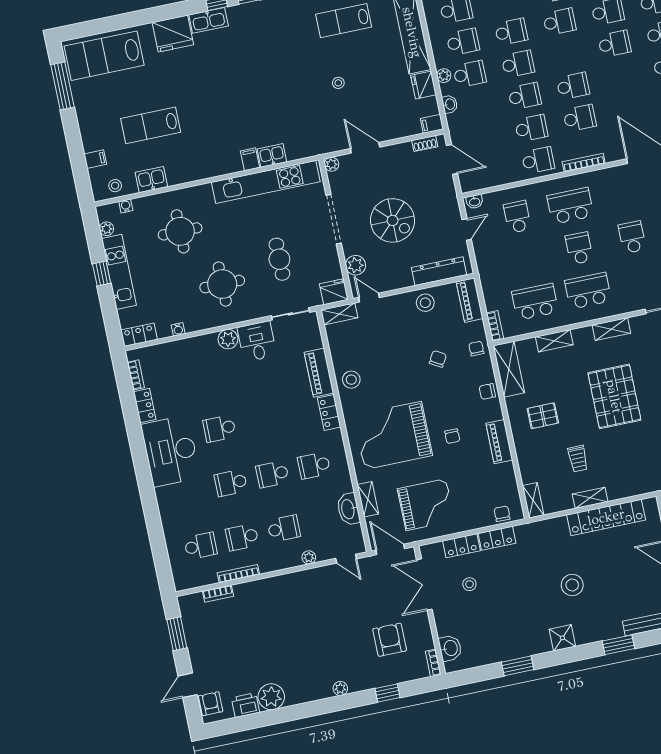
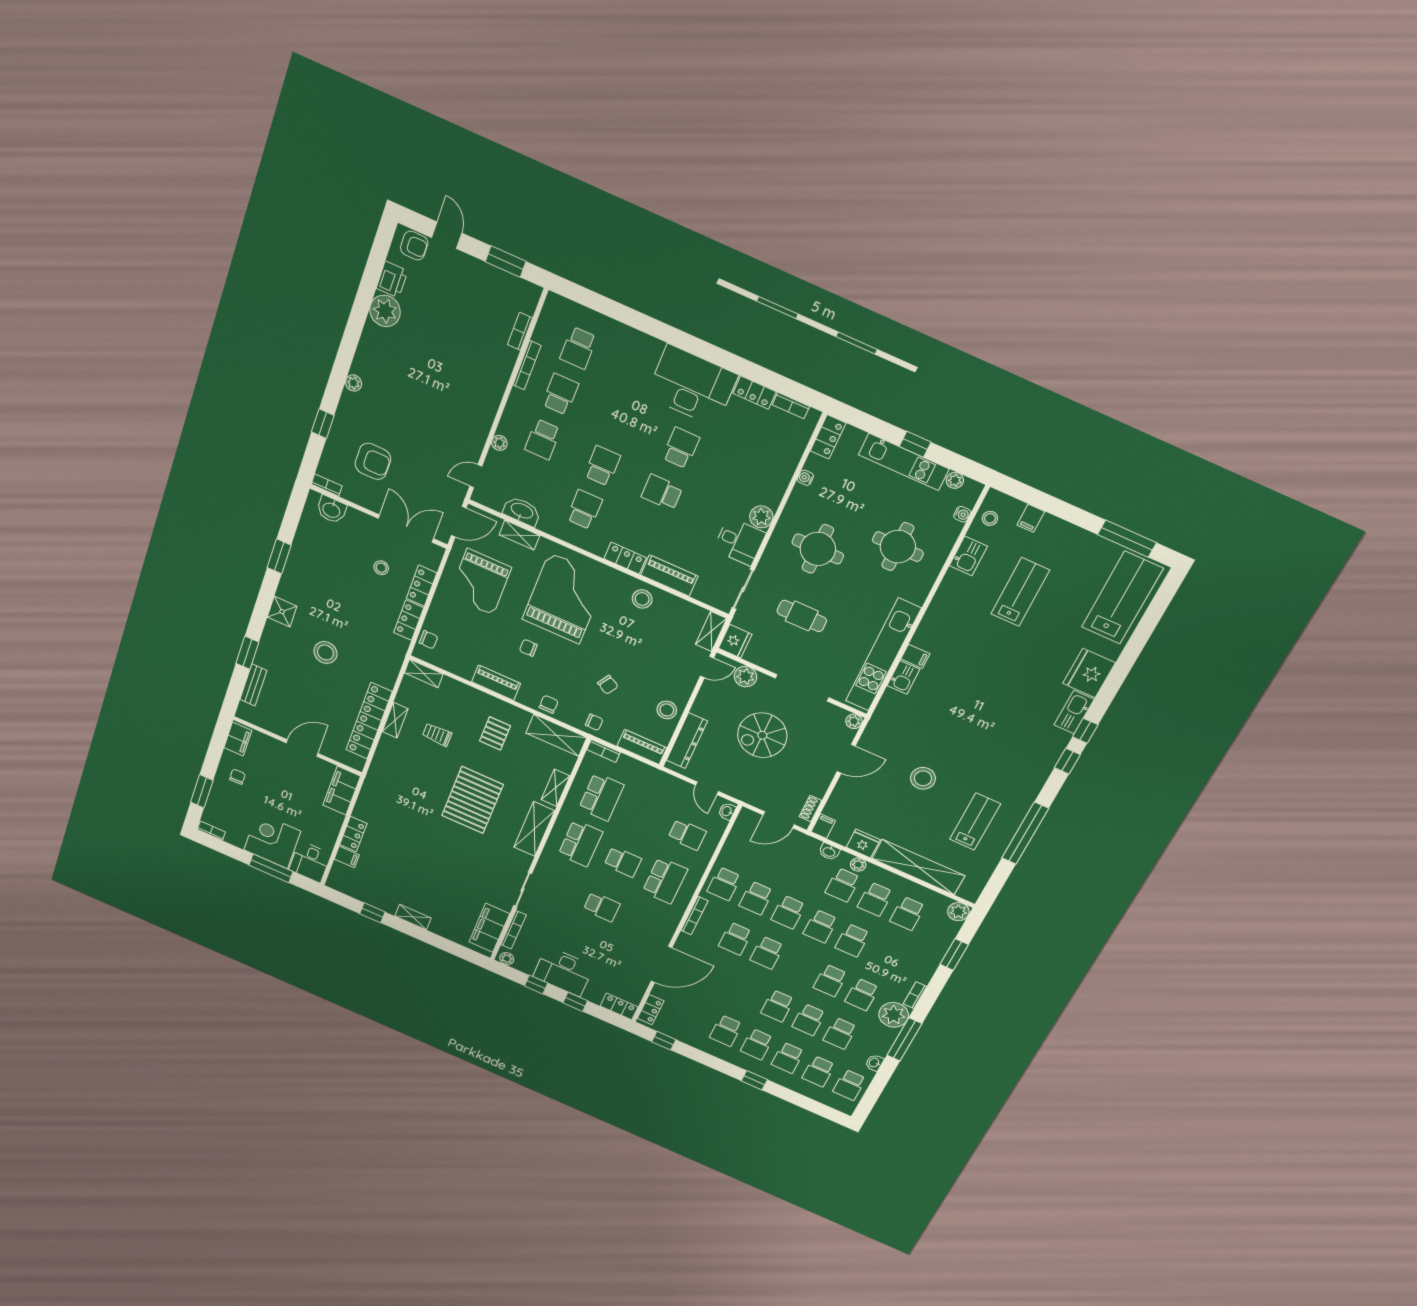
stool: (338, 83) -> (923, 778), width x1.89, depth x1.89
shelving: (611, 329) -> (534, 829), width x1.50, depth x1.33
pallet: (614, 396) -> (472, 800), turned 90
school desk: (231, 483) -> (662, 492), moved, turned -90

